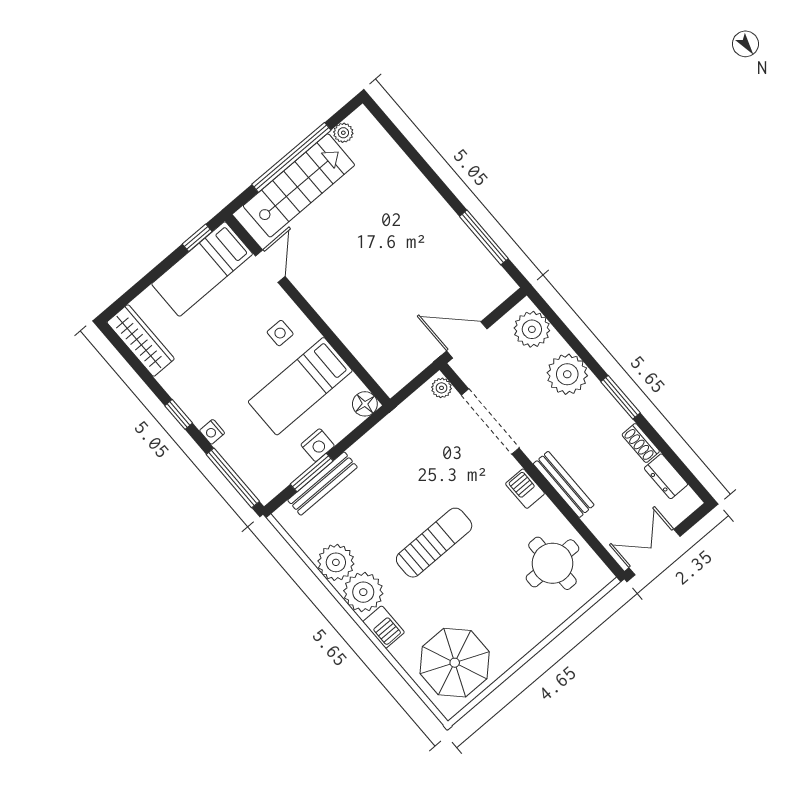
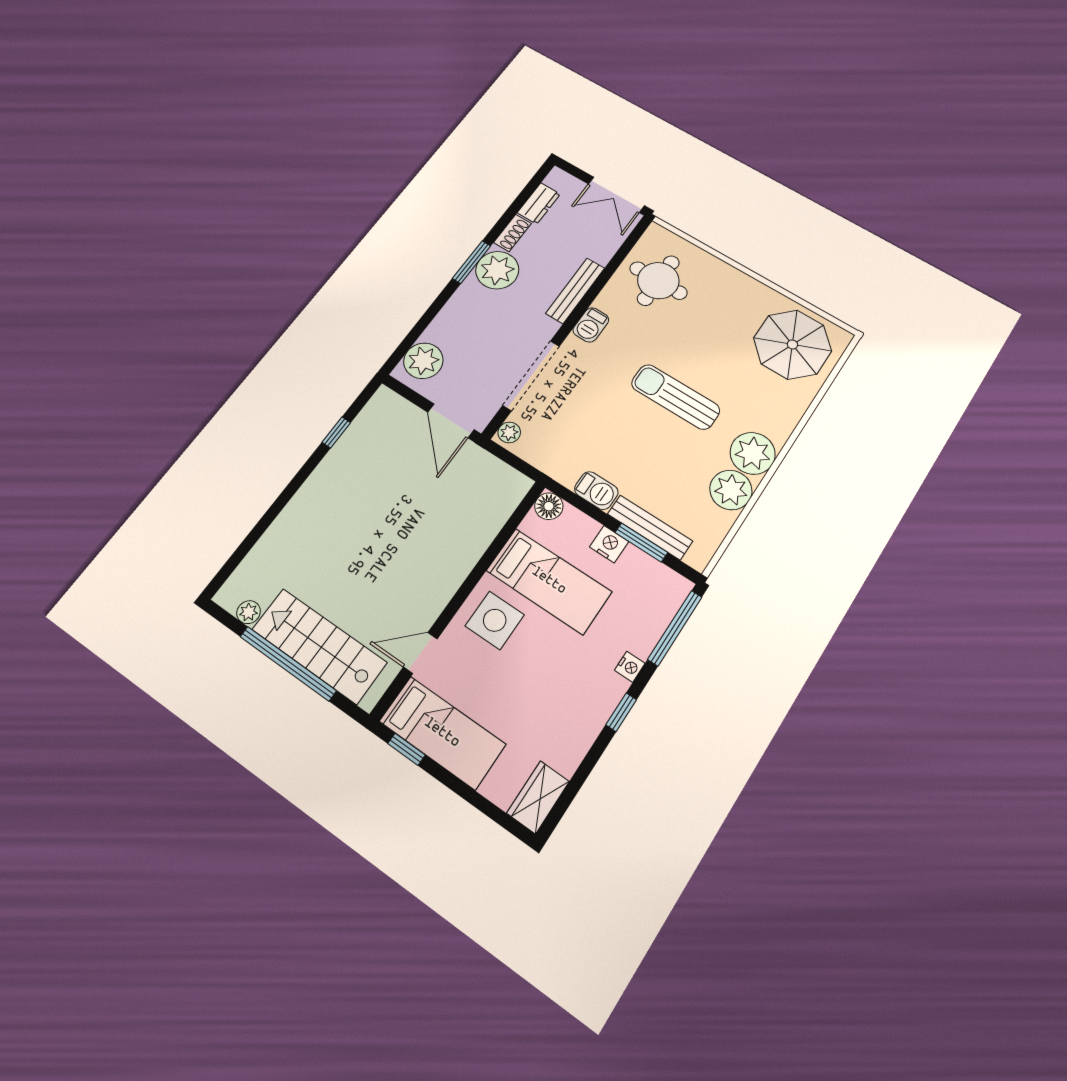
window: (484, 237) -> (336, 432), width x0.46
side table: (280, 333) -> (495, 620), width x1.87, depth x1.87
wardrobe: (141, 340) -> (538, 797), width x0.67
plant: (567, 374) -> (497, 270), moved
barbecue: (384, 627) -> (596, 491), moved, turned 90

